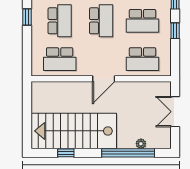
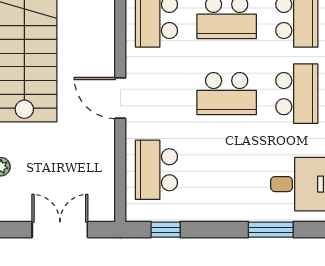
school desk: (143, 21) -> (227, 170), removed
window: (175, 31) -> (166, 230), moved

